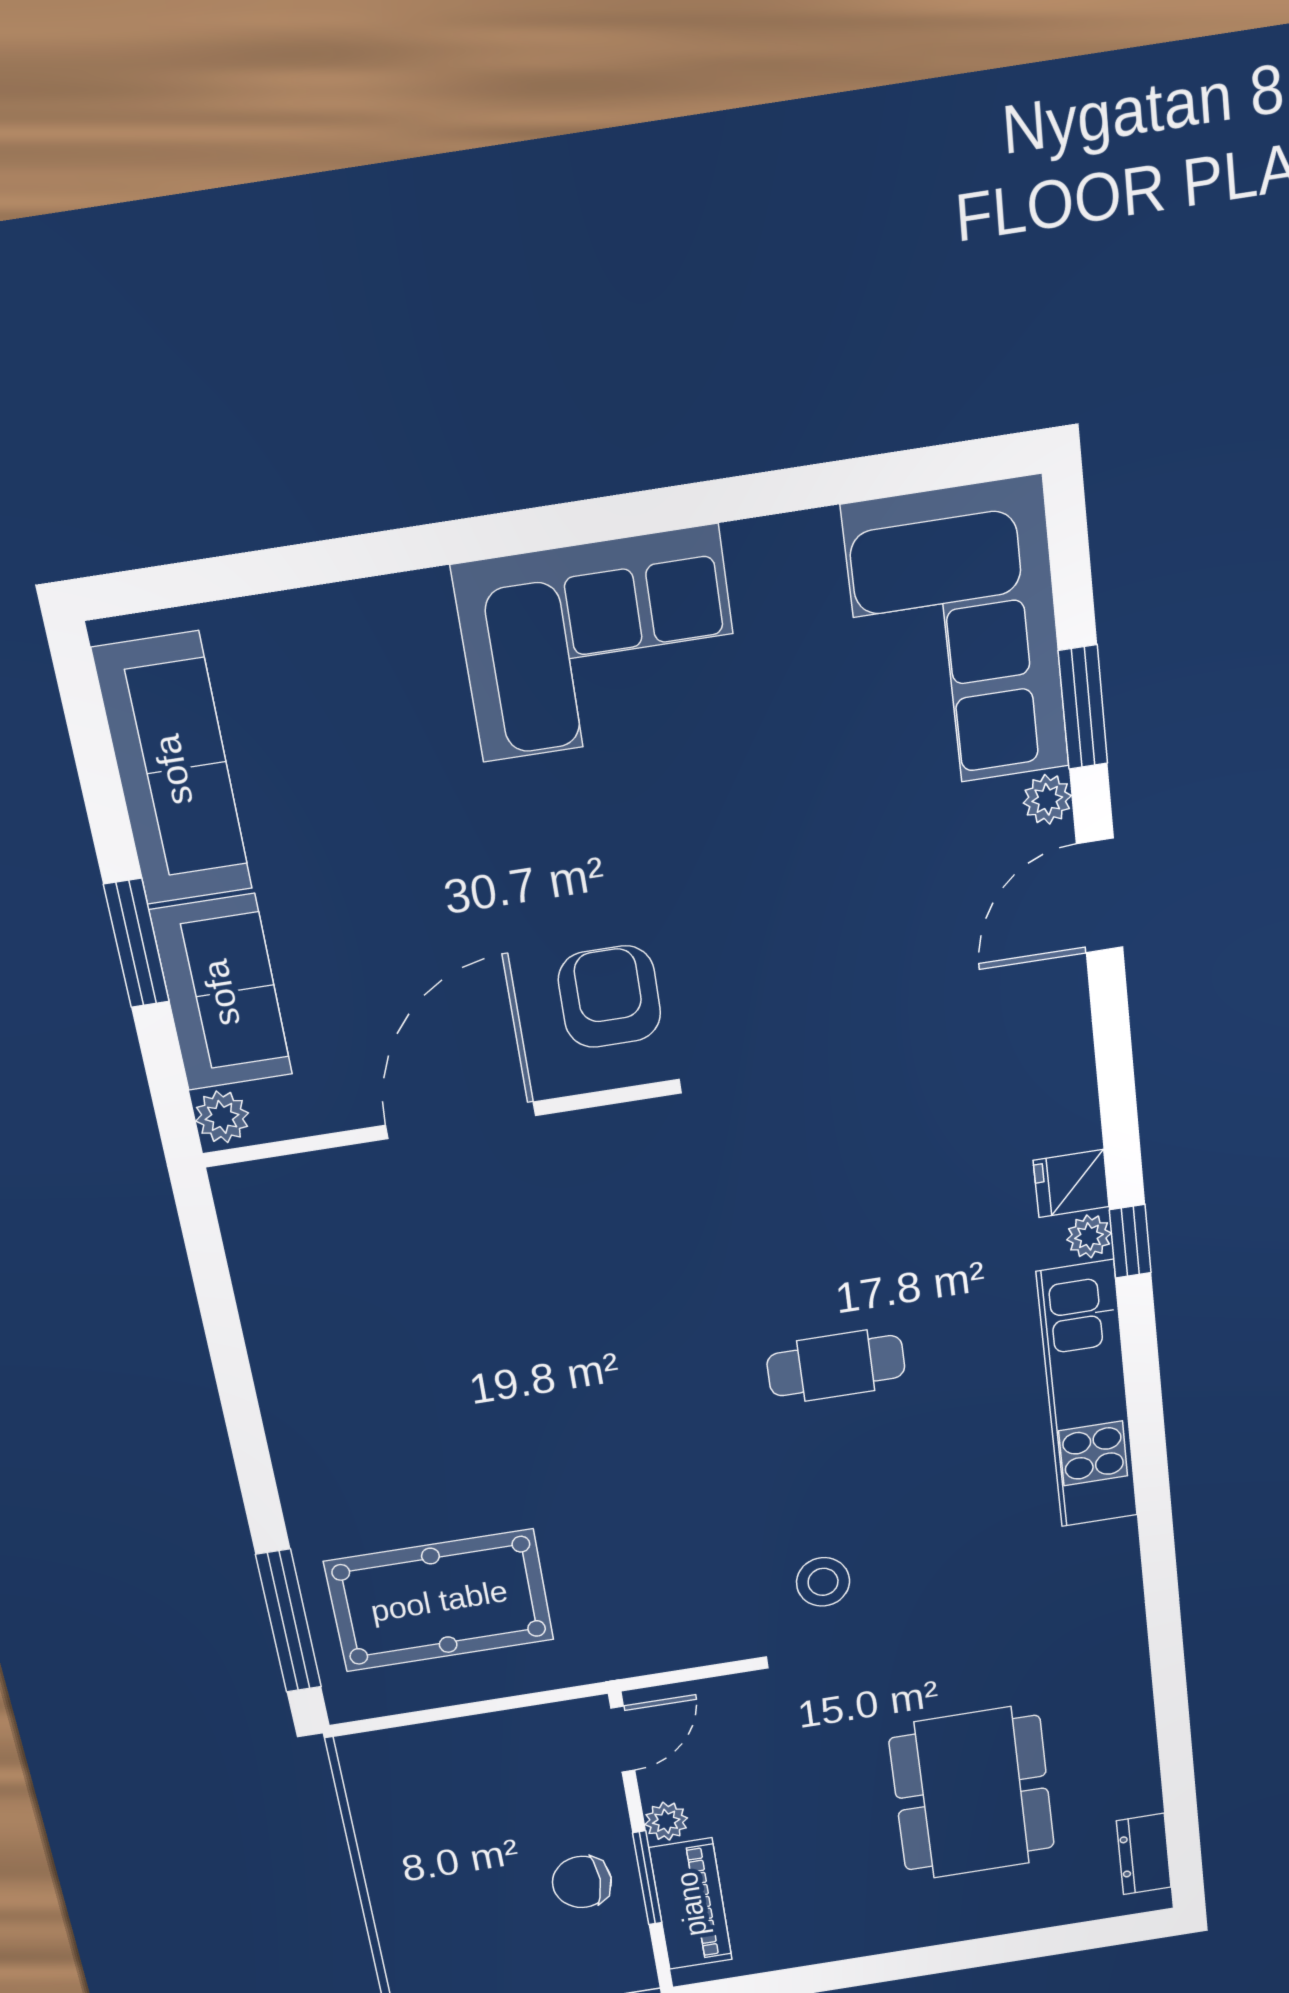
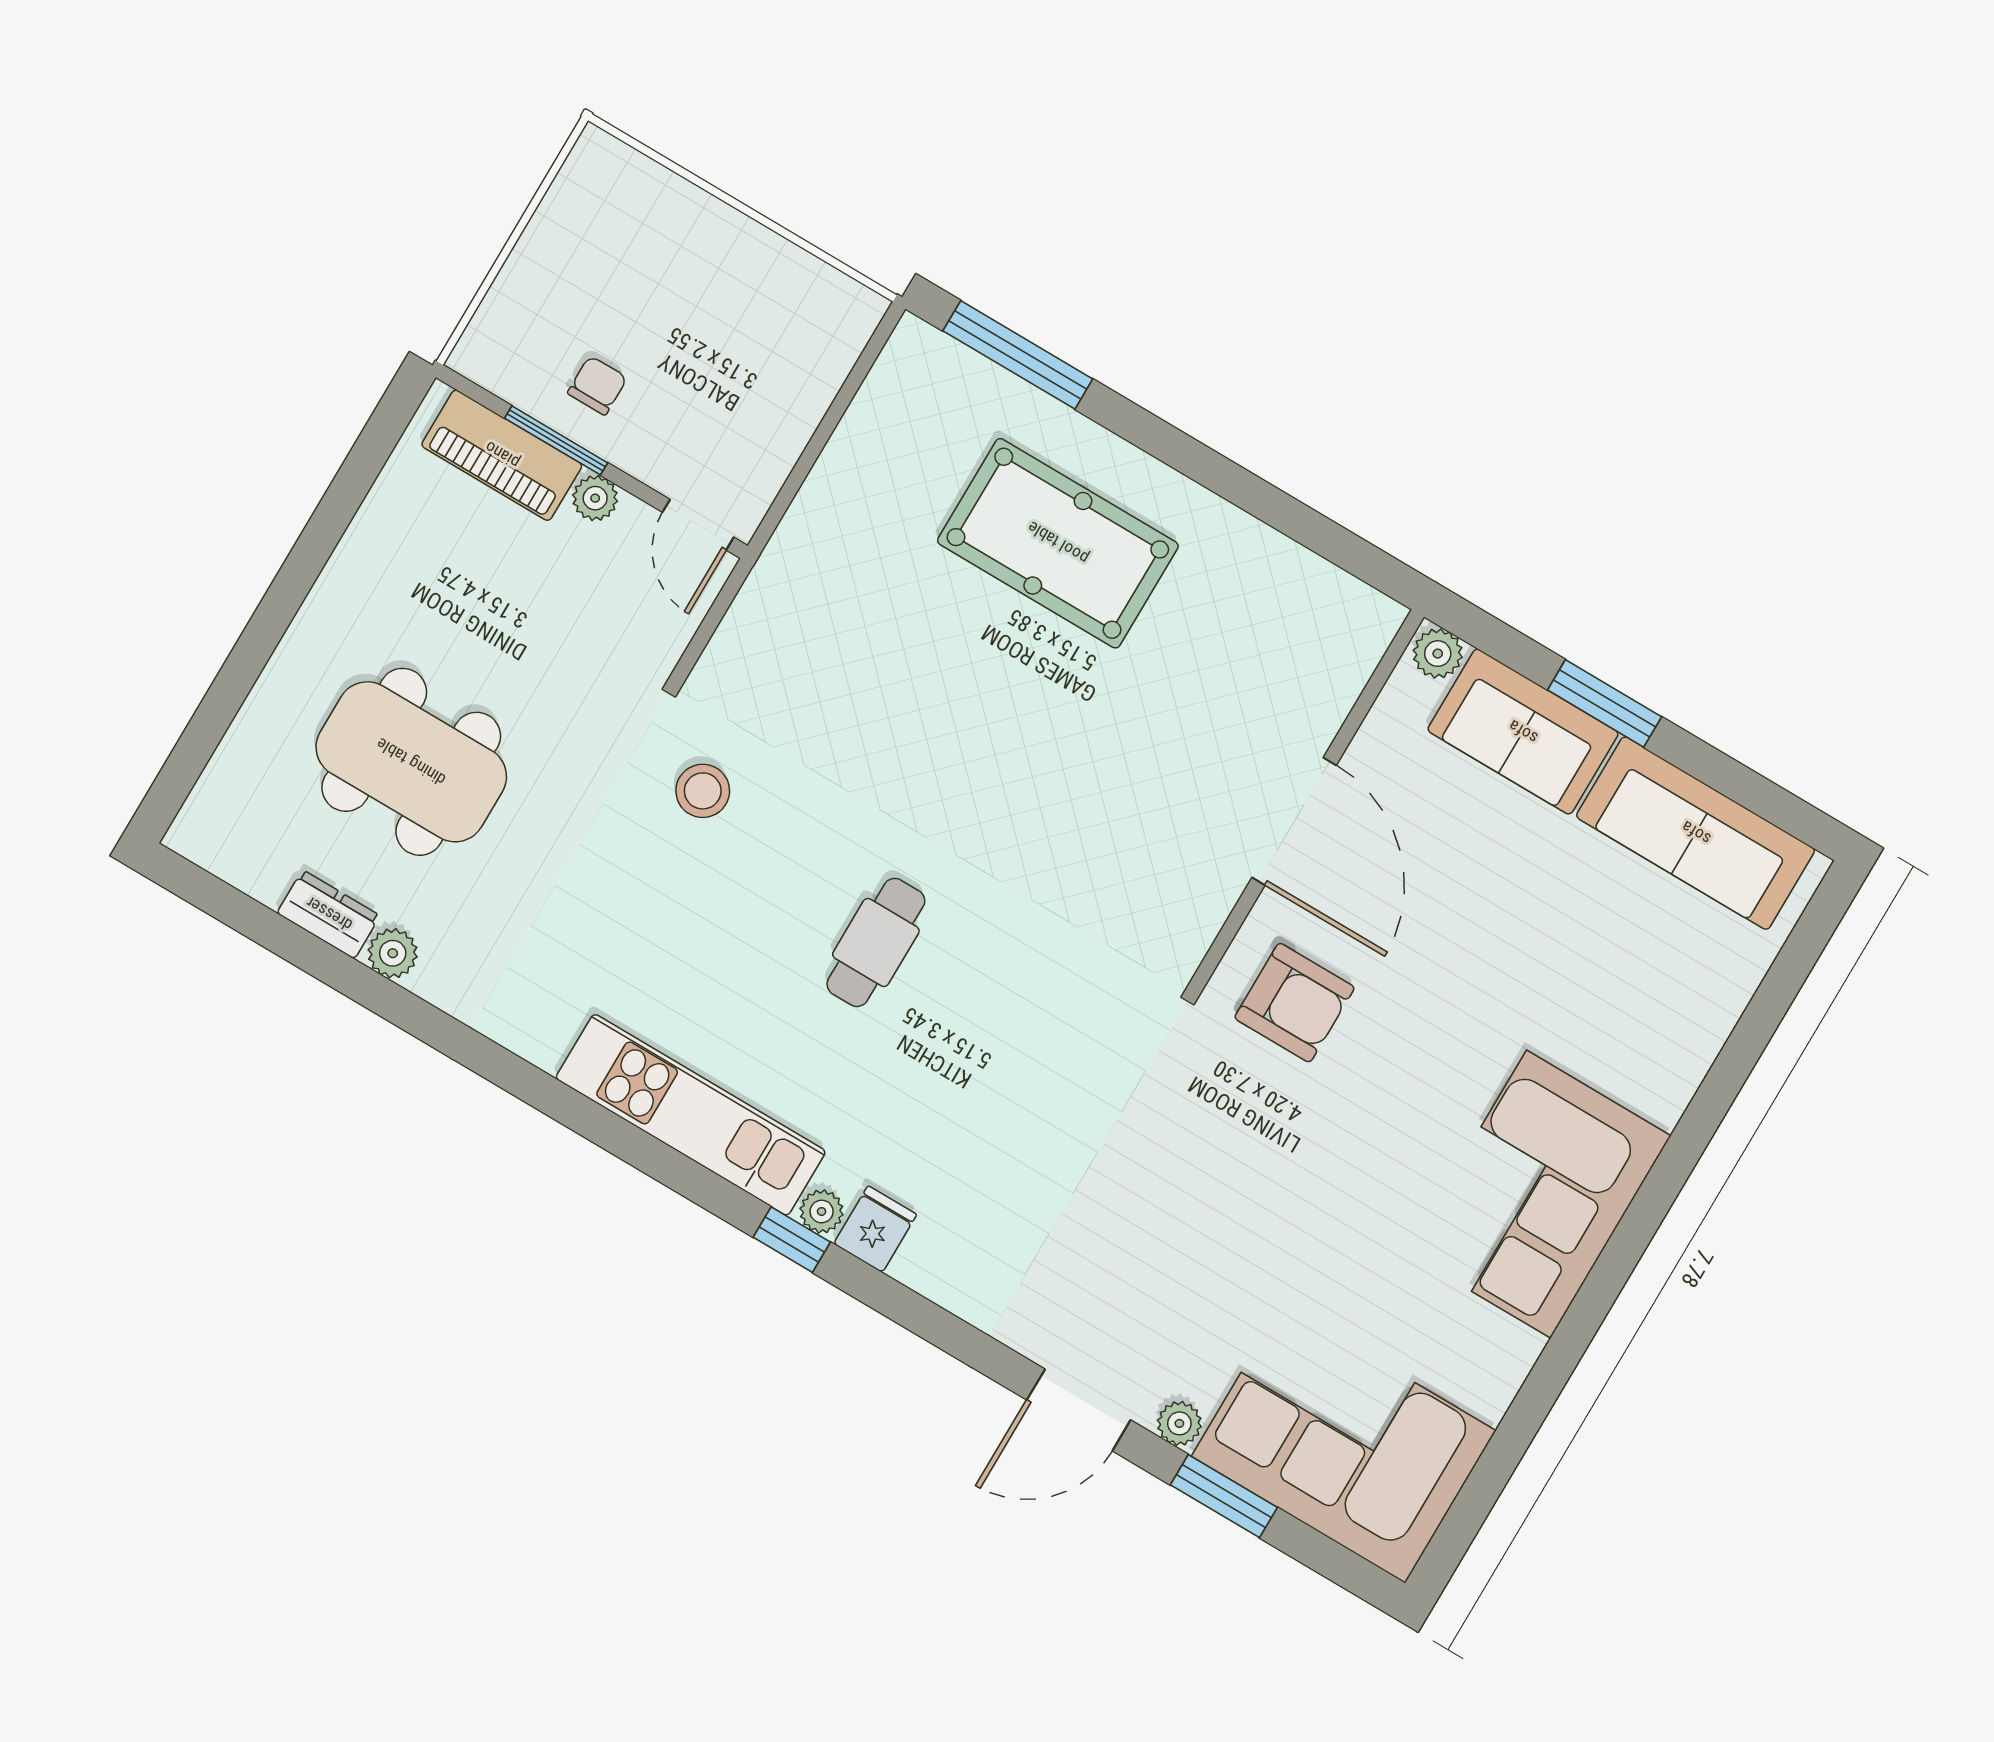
door: (1100, 896) -> (1079, 1410), swing flipped
pool table: (439, 1601) -> (1058, 543), moved, turned 90
plant: (1130, 1698) -> (393, 953), added
dresser: (1144, 1854) -> (329, 914), moved
chair: (582, 1882) -> (597, 385), width x0.73, depth x0.73

